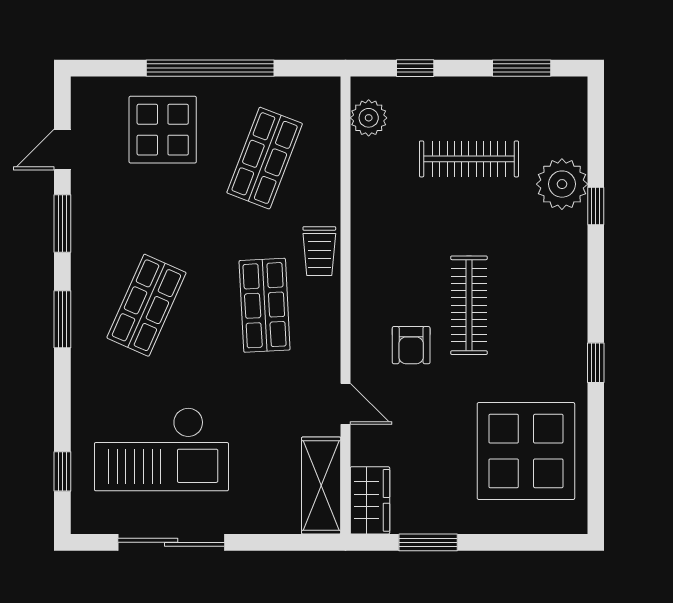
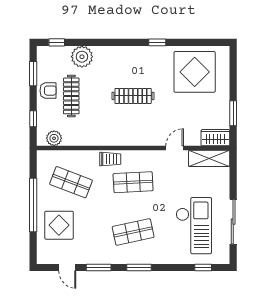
window: (596, 206) -> (57, 42), moved
shop shelf: (146, 305) -> (133, 232), turned -36
armchair: (411, 345) -> (48, 91), moved

